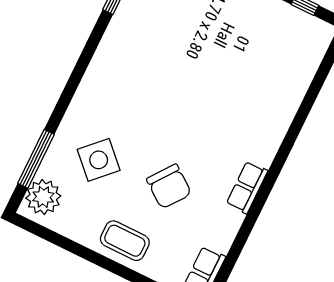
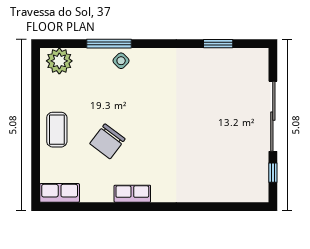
window: (36, 159) -> (109, 44), moved
side table: (99, 160) -> (121, 61), moved, width x0.54, depth x0.54

